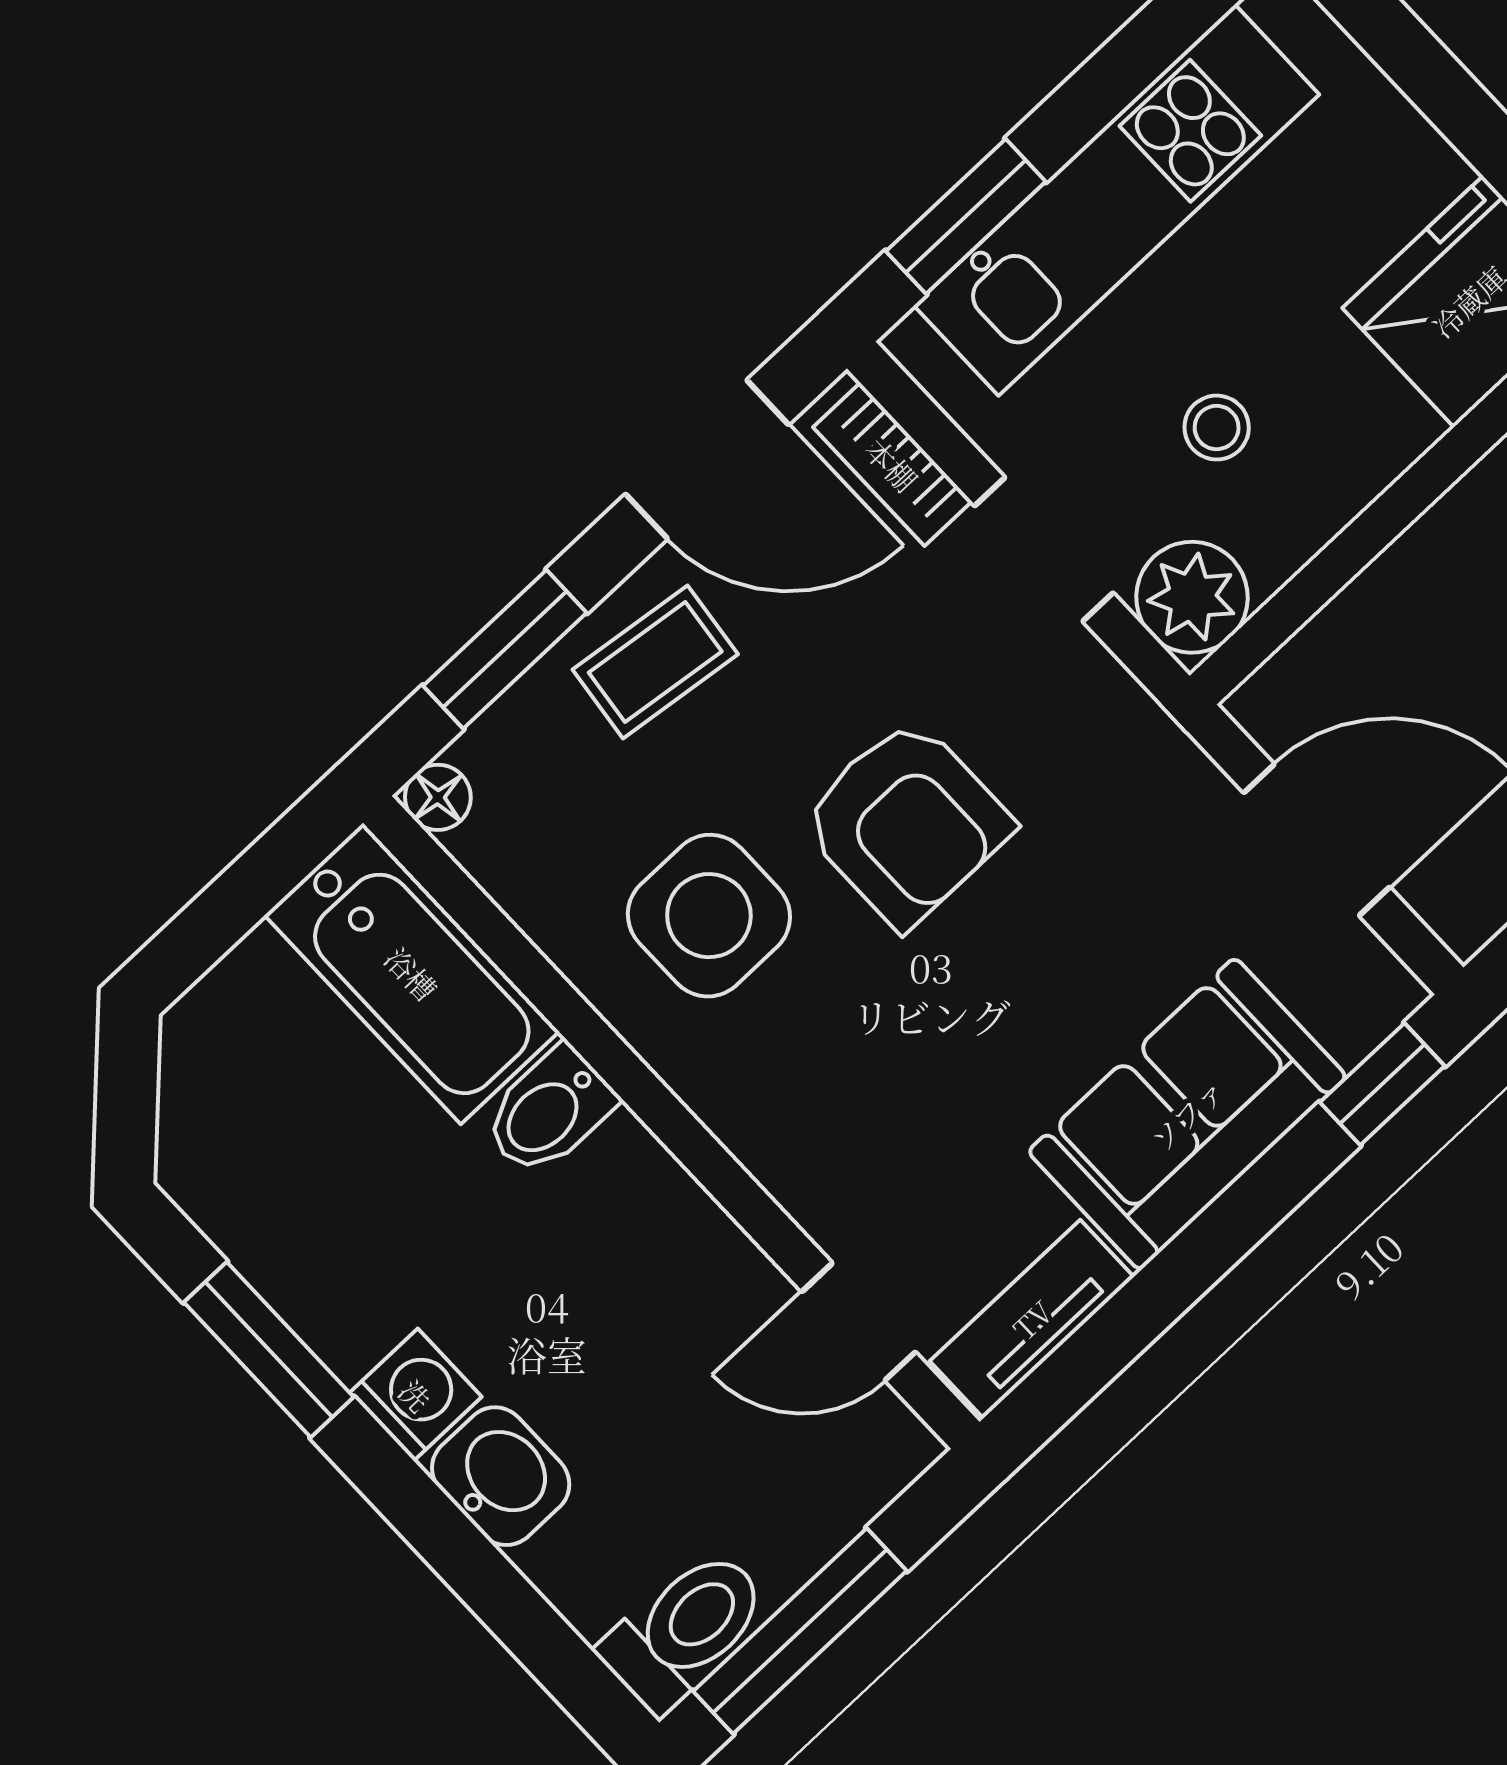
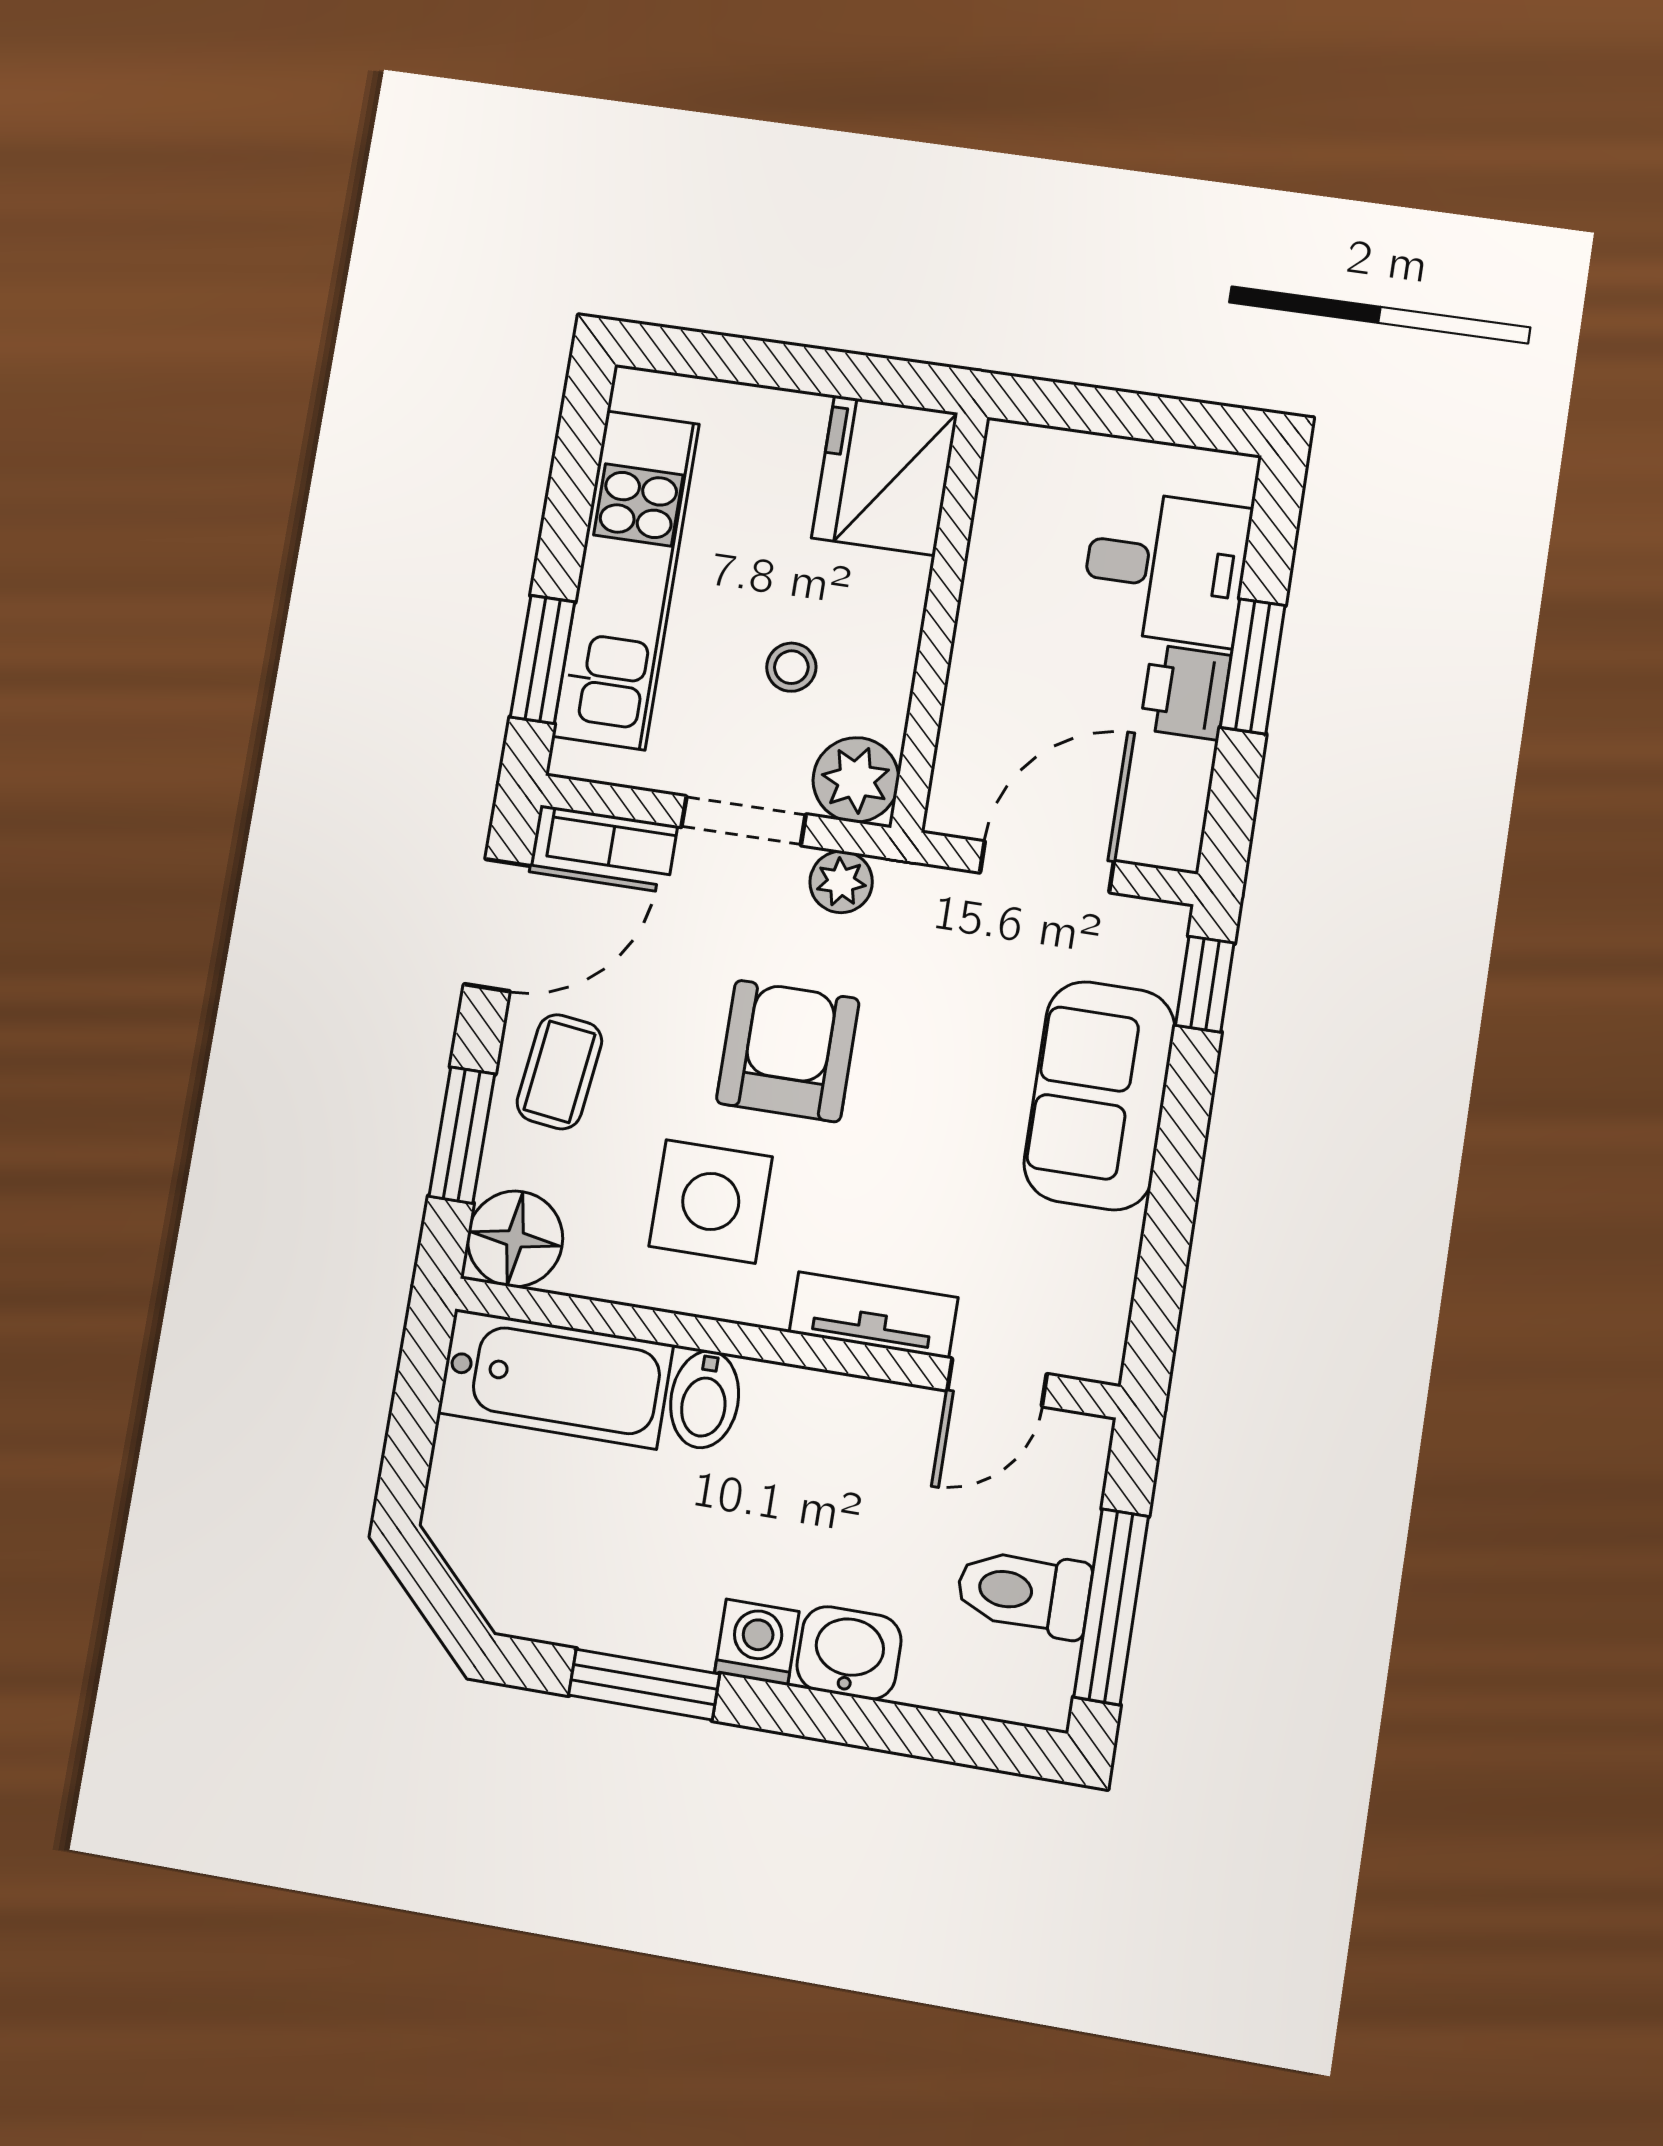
plant: (1095, 691) -> (841, 882), added
floor lamp: (438, 797) -> (515, 1239), width x1.89, depth x1.89
armchair: (906, 823) -> (788, 1051), turned -90
tv unit: (1032, 1319) -> (874, 1315), moved, turned 90
toilet: (685, 1630) -> (1024, 1592), moved, turned -90

